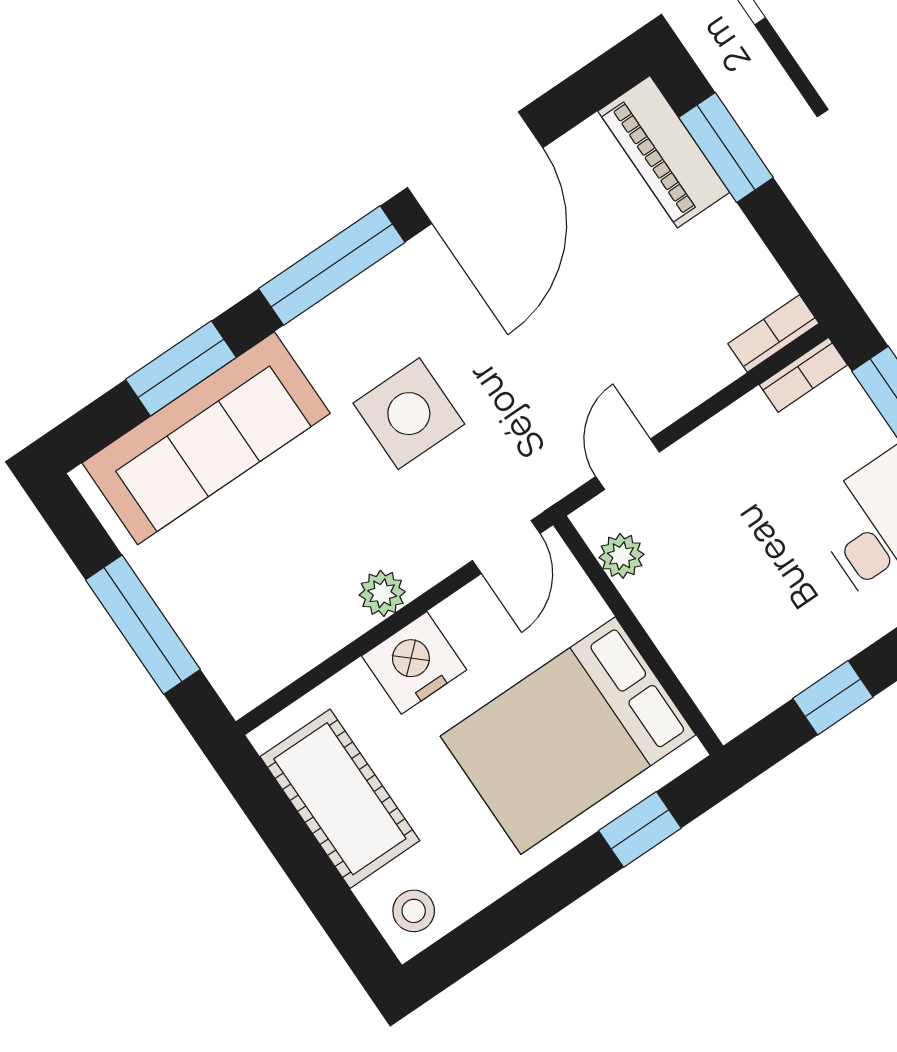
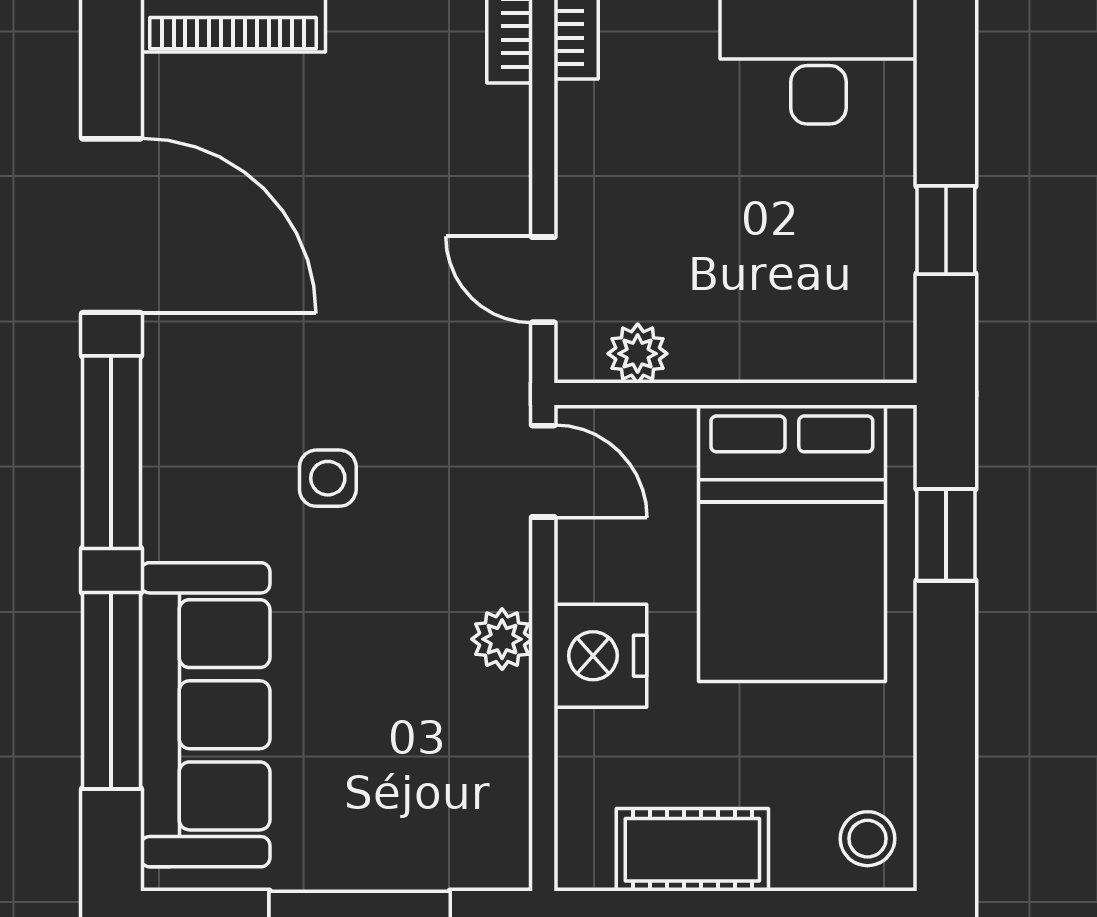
window: (181, 368) -> (111, 691), width x1.44
side table: (409, 414) -> (328, 478), width x0.54, depth x0.54
cot: (340, 799) -> (692, 850), width x0.73, depth x0.75

